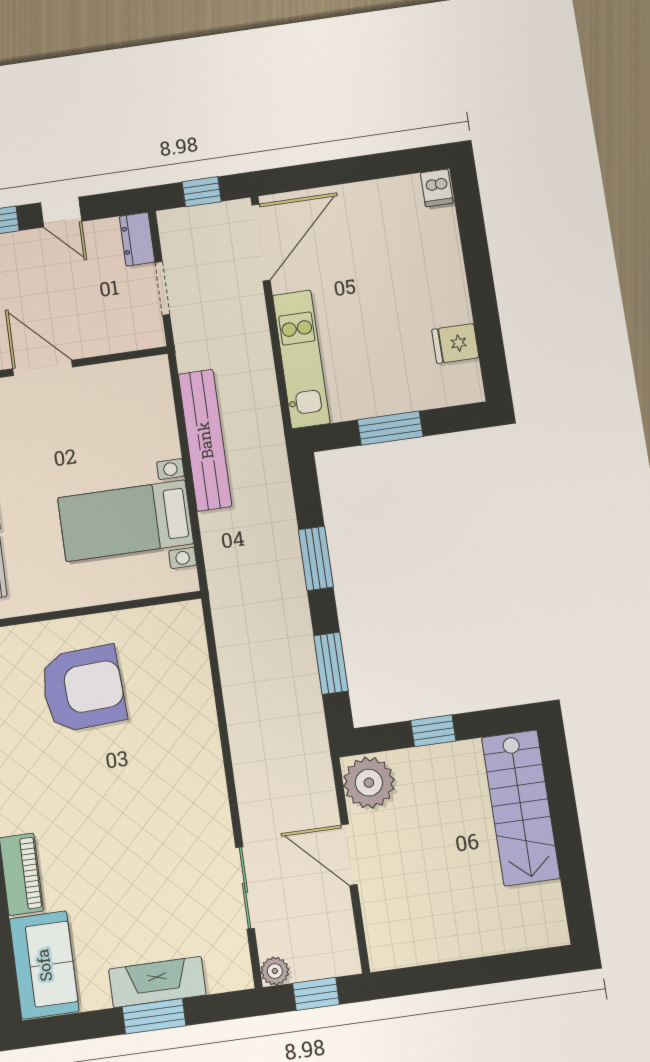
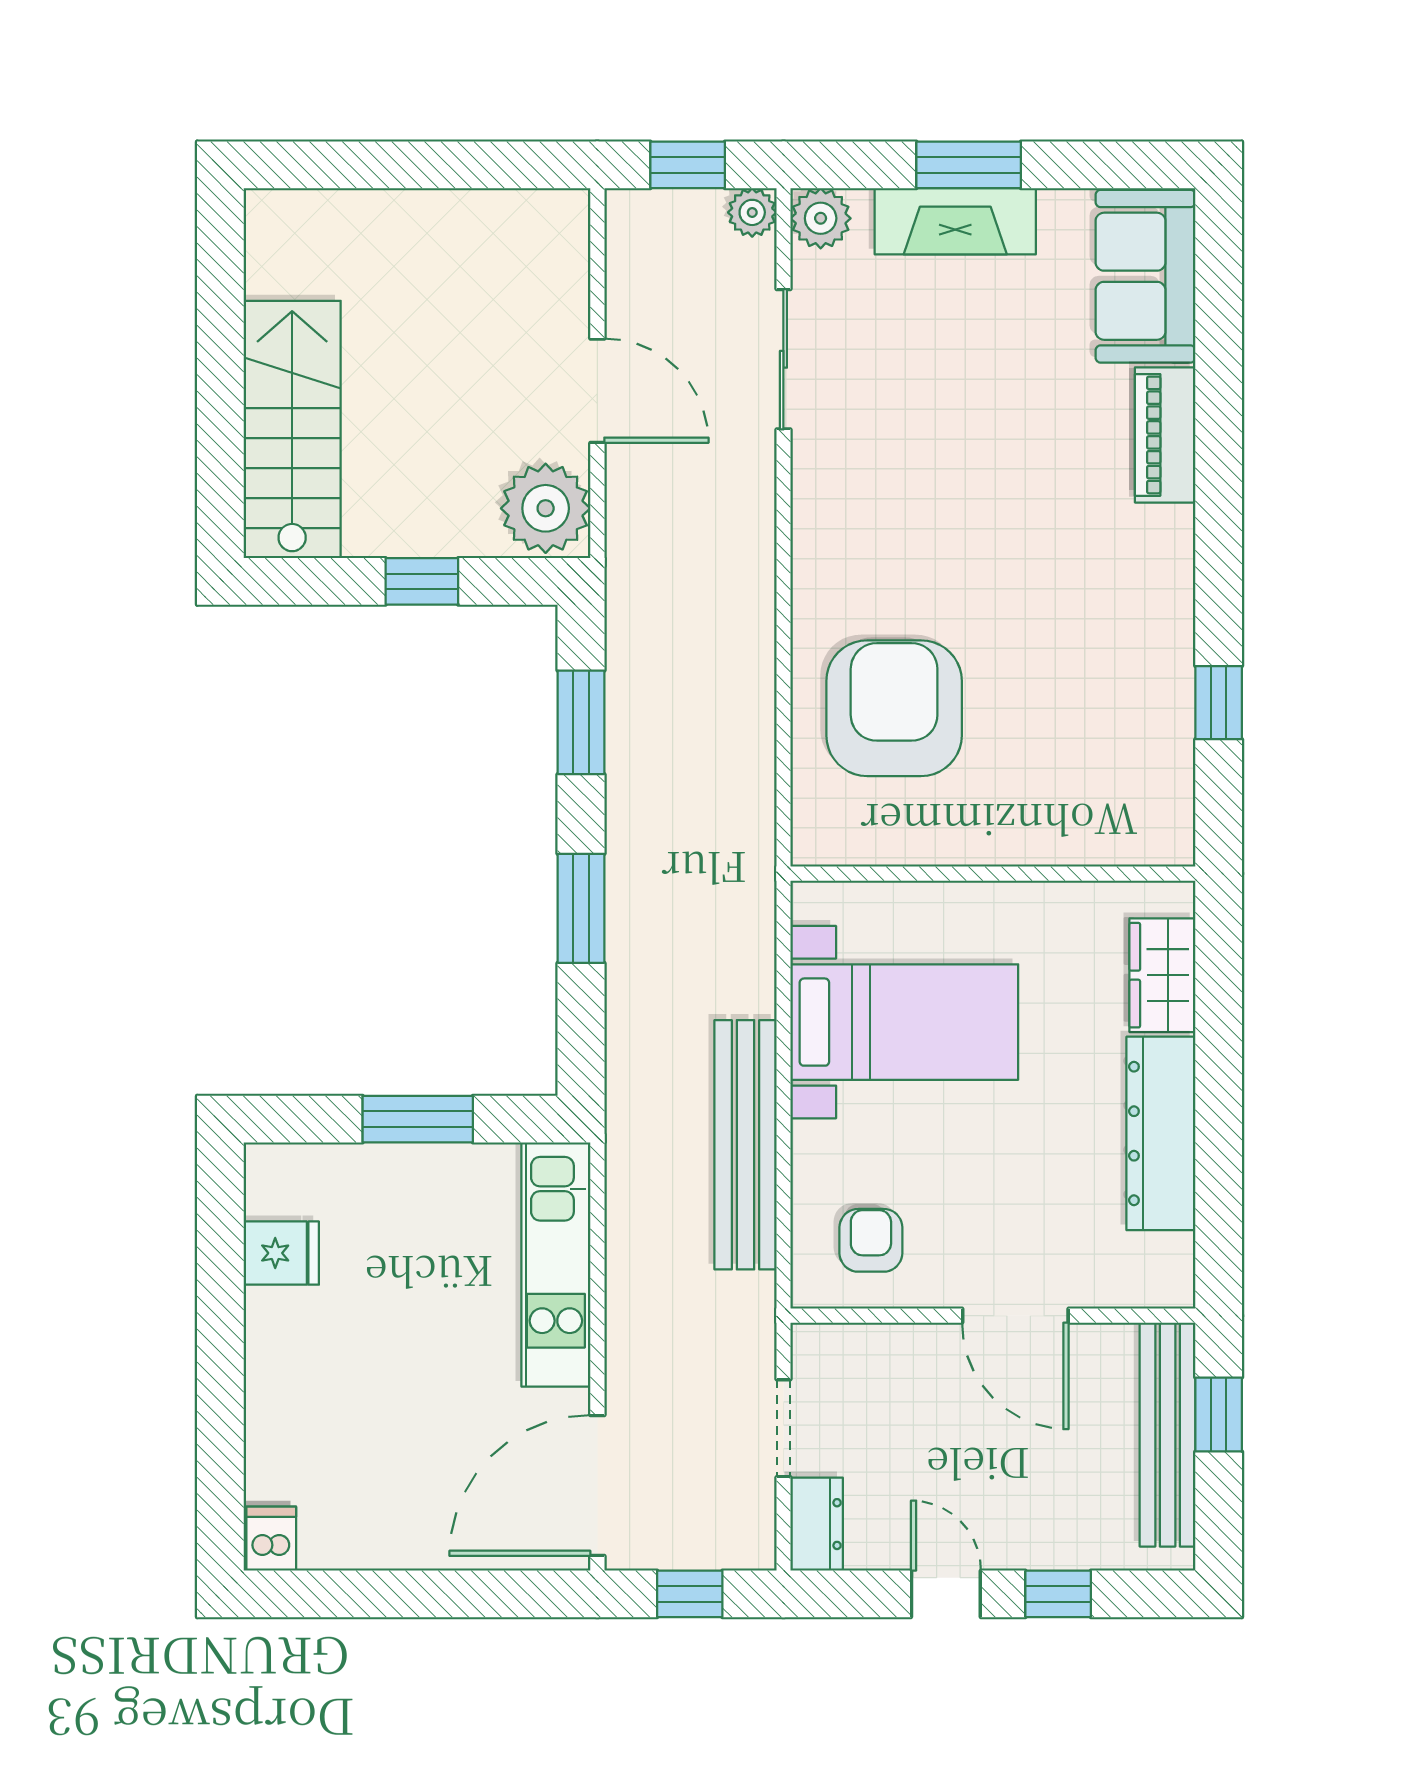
armchair: (128, 398) -> (871, 1240), added
armchair: (83, 689) -> (894, 708), moved, turned 93
plant: (235, 973) -> (821, 218), added

